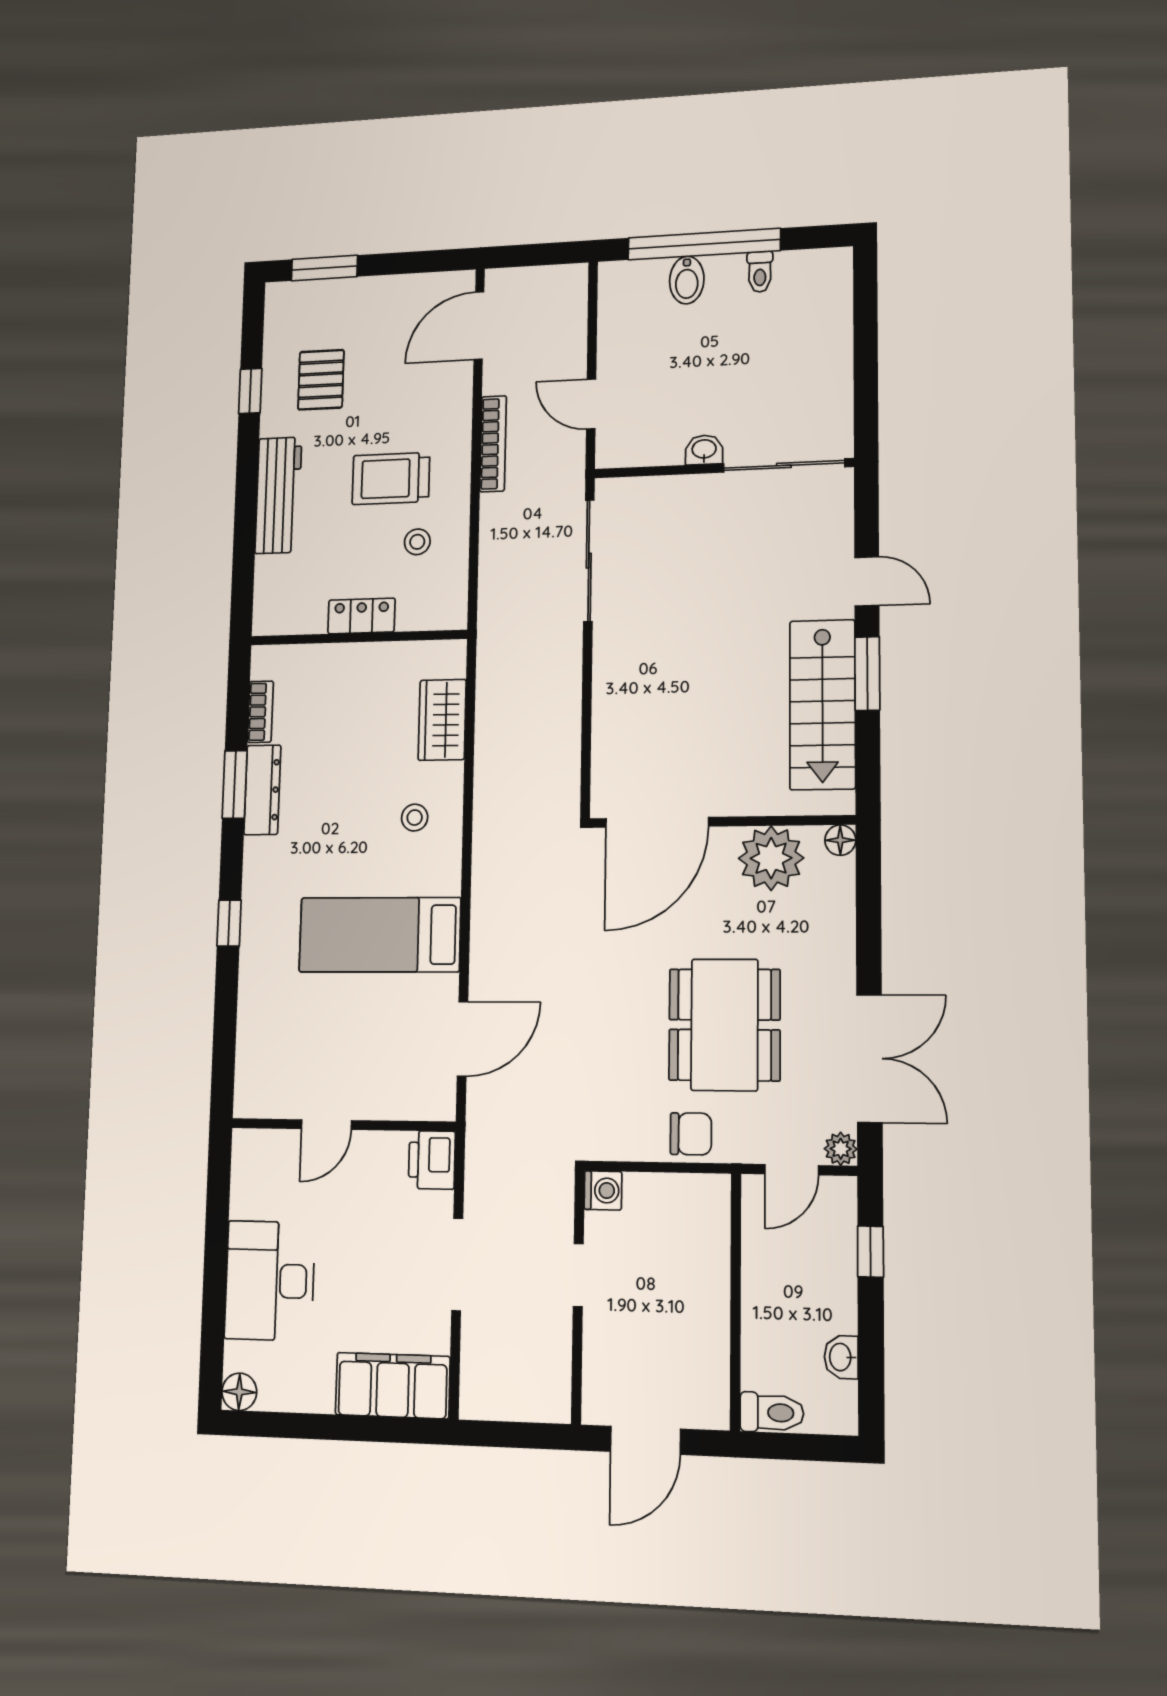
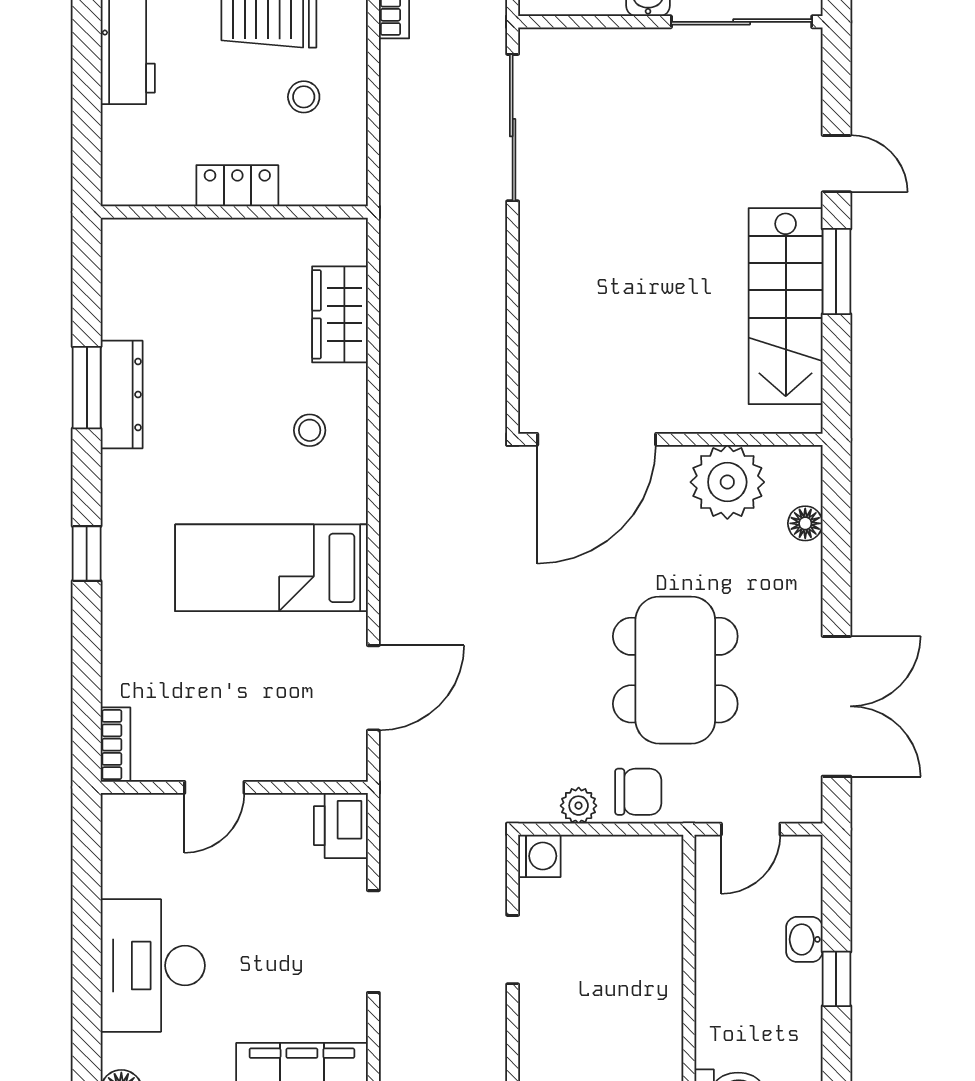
bookcase: (260, 712) -> (115, 745), moved
floor lamp: (840, 840) -> (805, 523), moved
plant: (841, 1149) -> (579, 806), moved
window: (870, 1252) -> (836, 979), moved
washbasin: (841, 1357) -> (804, 939), moved

